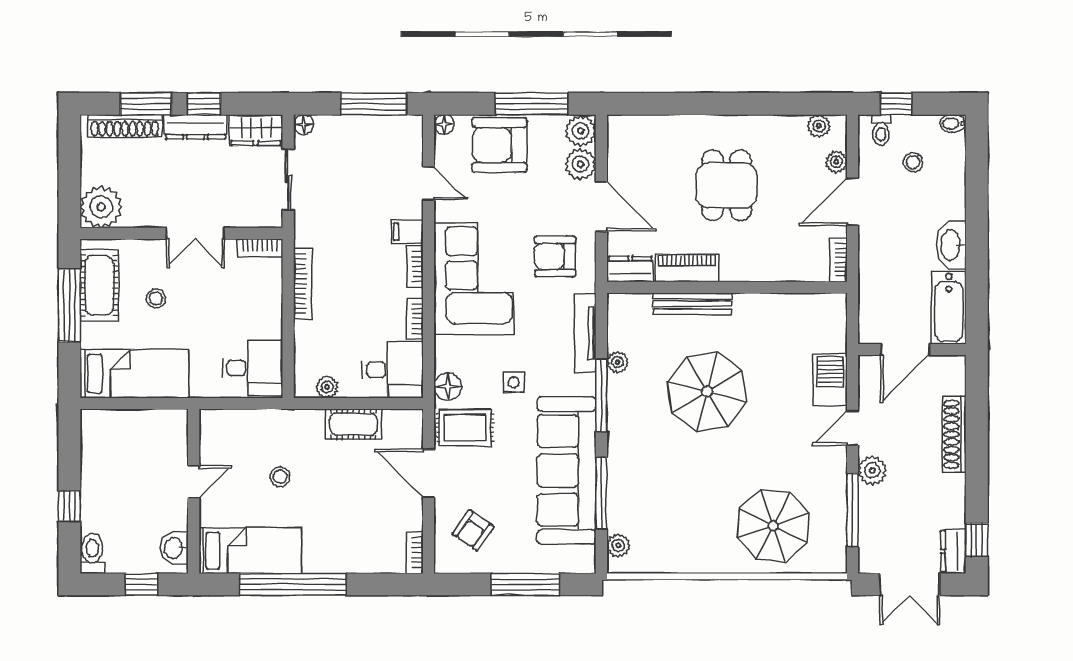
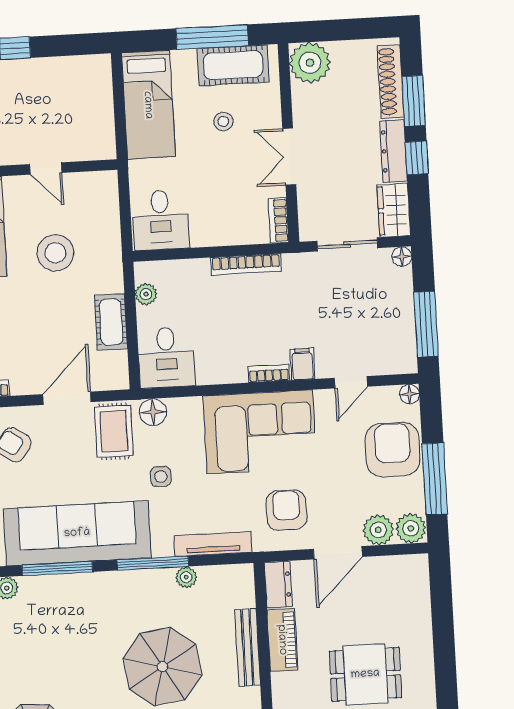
bookcase: (415, 319) -> (218, 376), removed
stool: (280, 477) -> (55, 253), width x1.89, depth x1.89

